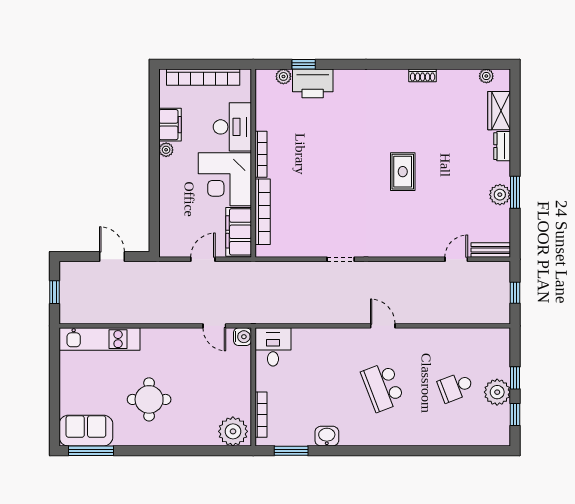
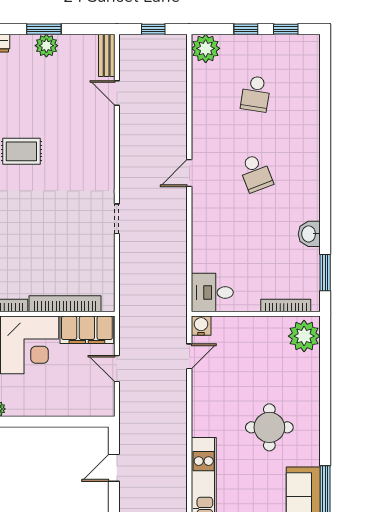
school desk: (383, 387) -> (256, 173), width x0.54
school desk: (456, 387) -> (256, 94), turned 30
plant: (497, 392) -> (206, 48), moved

